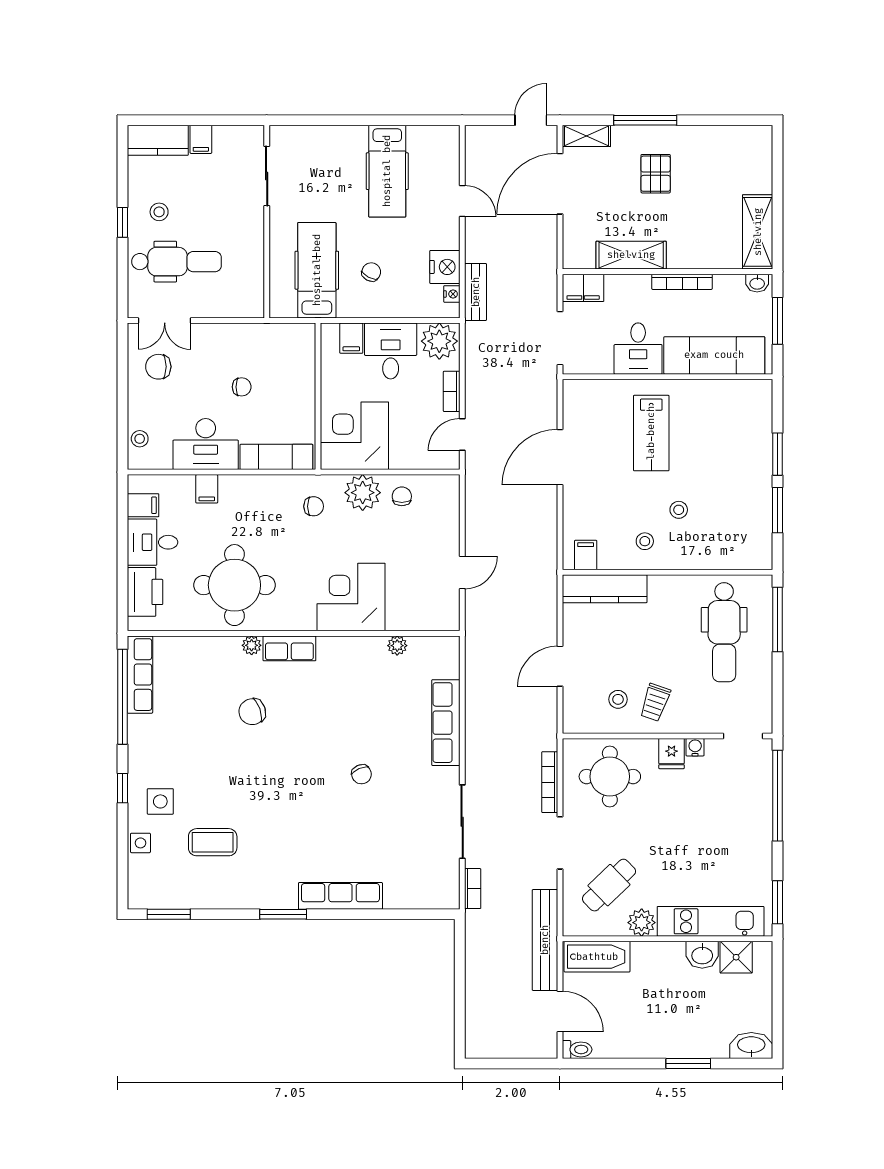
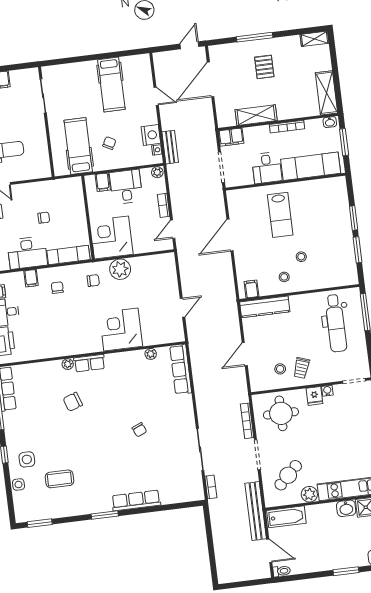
shelving: (586, 136) -> (314, 39), moved
plant: (439, 341) -> (157, 172), width x0.53, depth x0.53
chair: (402, 496) -> (57, 288), moved
round table: (234, 585) -> (54, 331), removed
row of seats: (446, 723) -> (181, 369), moved

